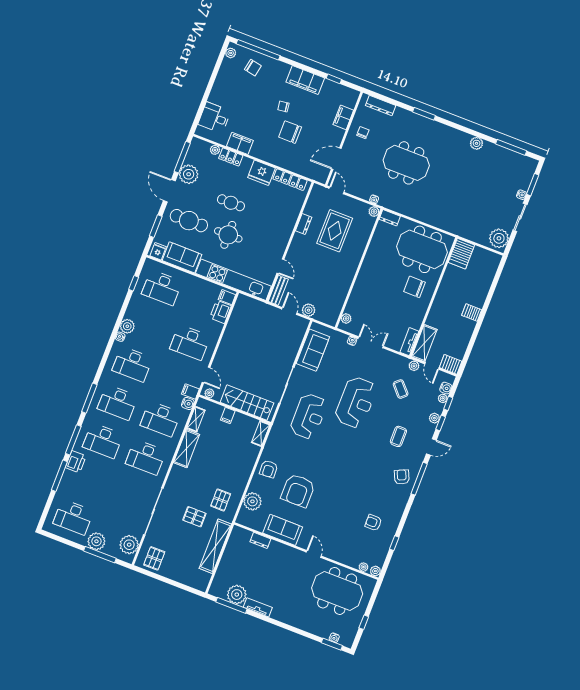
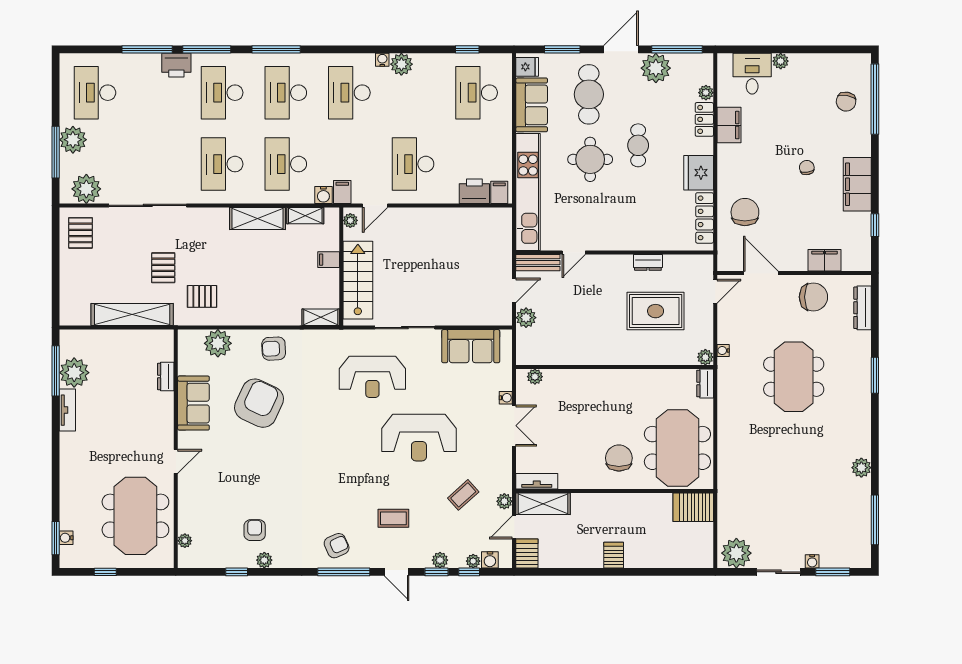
plant: (231, 53) -> (781, 61), moved
chair: (290, 132) -> (745, 212), moved
chair: (363, 133) -> (813, 297), width x1.87, depth x1.87
armchair: (298, 491) -> (259, 403), turned 115
pallet: (154, 558) -> (81, 233), turned 90
plant: (375, 571) -> (264, 560), moved

